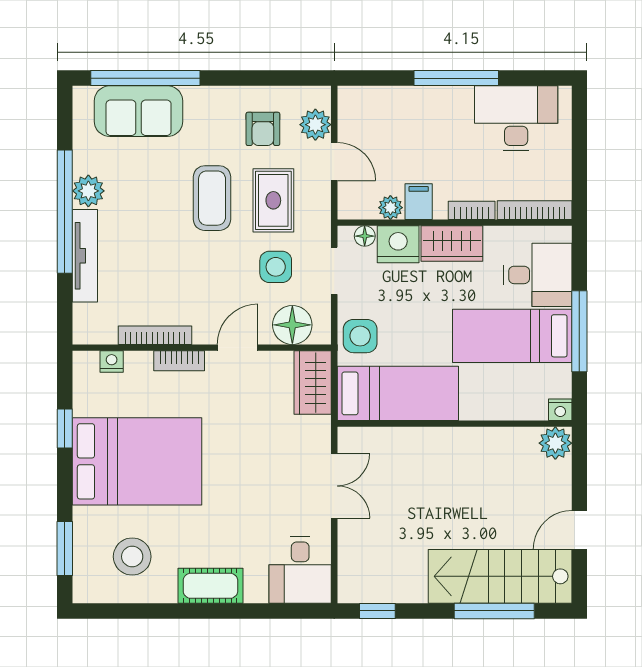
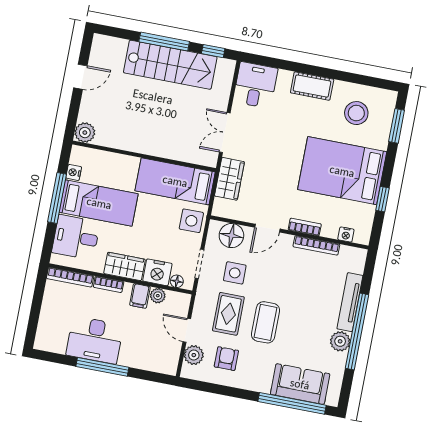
desk: (516, 118) -> (95, 340), moved
wardrobe: (313, 383) -> (229, 179), moved
nightstand: (560, 410) -> (74, 172), moved, turned -90
stairs: (500, 576) -> (170, 65), moved
window: (494, 611) -> (164, 42), moved

